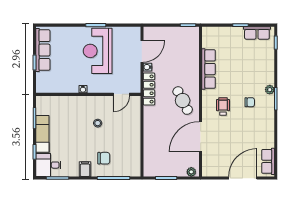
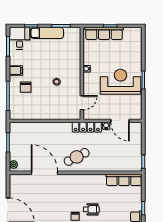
row of seats: (43, 50) -> (104, 33), moved
row of seats: (209, 69) -> (124, 180), moved
door: (121, 94) -> (82, 103), swing flipped
wheelchair: (223, 107) -> (91, 209), moved

